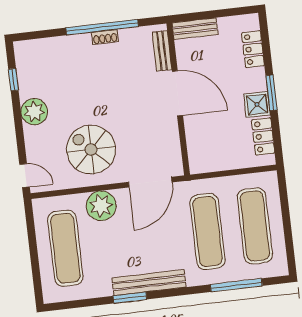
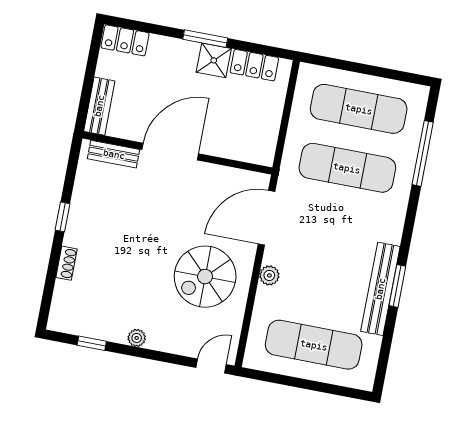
window: (102, 27) -> (63, 217), width x0.32
shoe rack: (105, 37) -> (67, 263), moved
locker: (253, 49) -> (125, 40), moved
plant: (34, 112) -> (137, 338), width x0.53, depth x0.53
door: (150, 182) -> (267, 218), swing flipped
plant: (101, 206) -> (269, 275), width x0.53, depth x0.53
bench: (149, 282) -> (380, 289), moved

